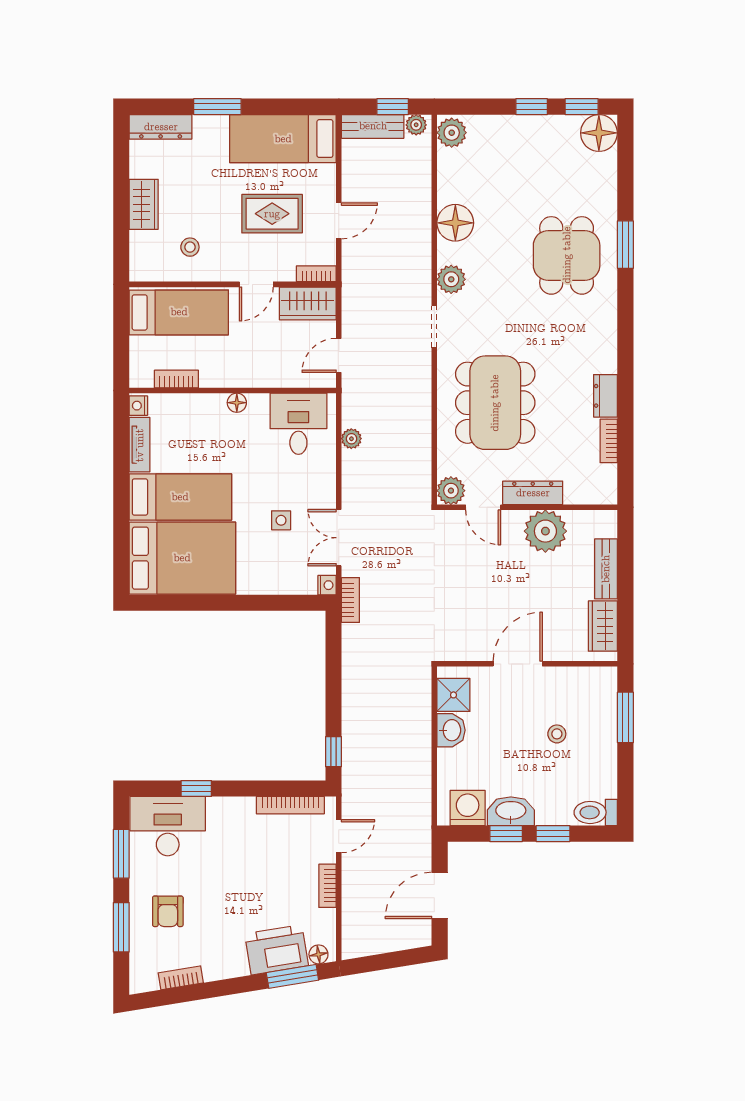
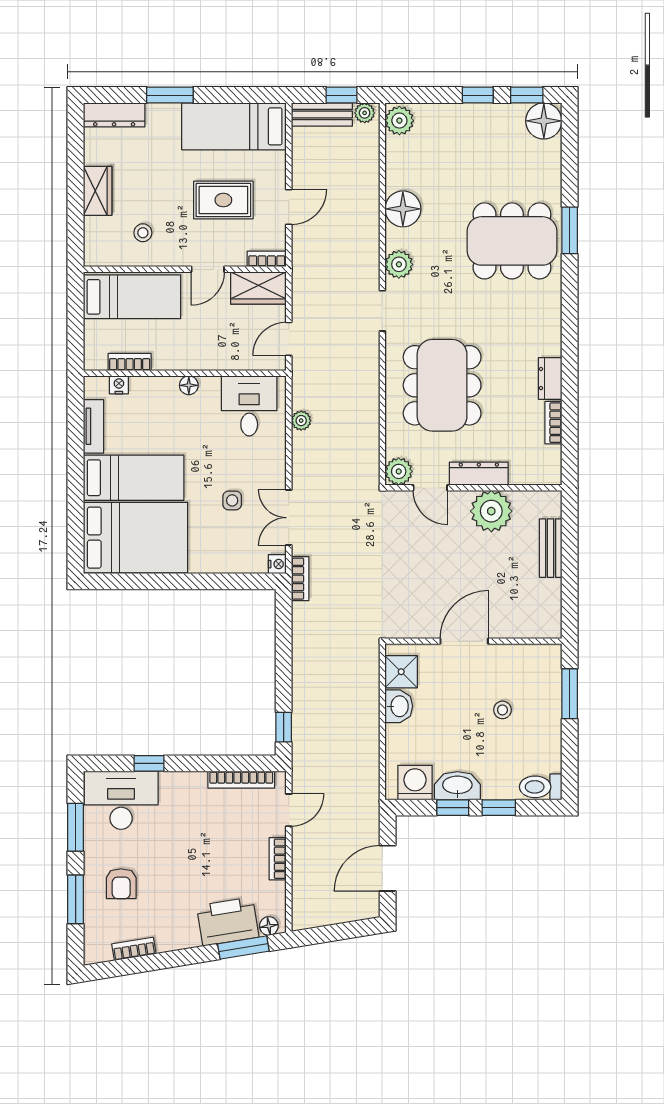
dining table: (567, 255) -> (512, 241), width x1.38
nightstand: (138, 406) -> (119, 385), moved, turned 90
wardrobe: (603, 626) -> (548, 604), removed

